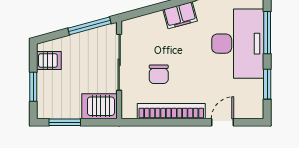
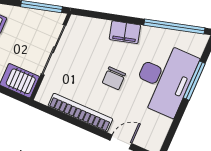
chair: (159, 74) -> (114, 78), moved
window: (267, 84) -> (175, 126), removed

